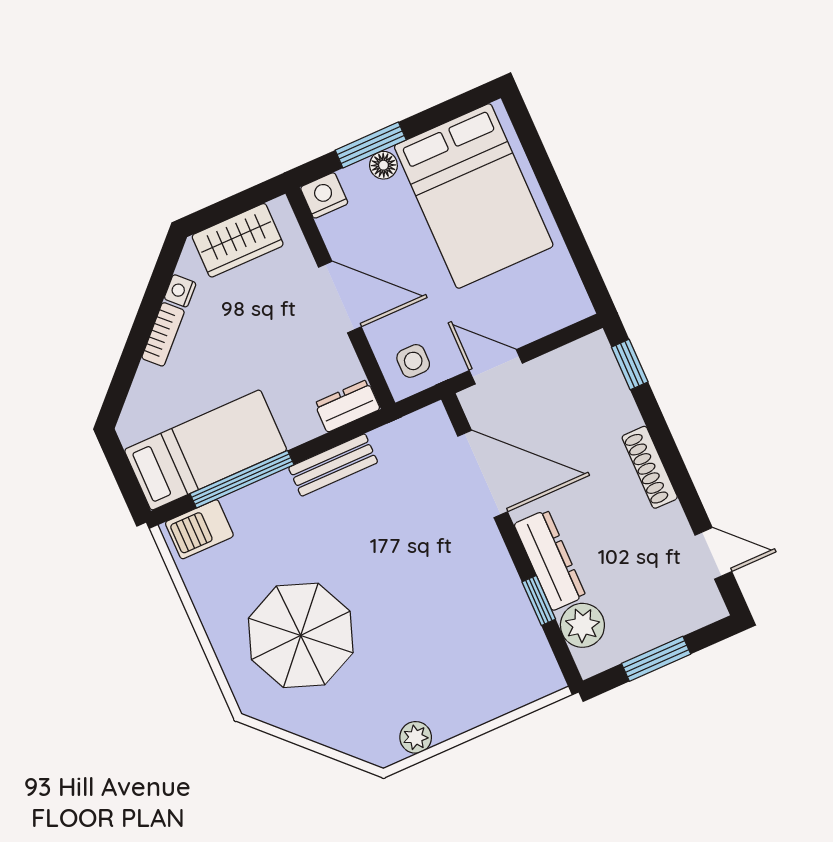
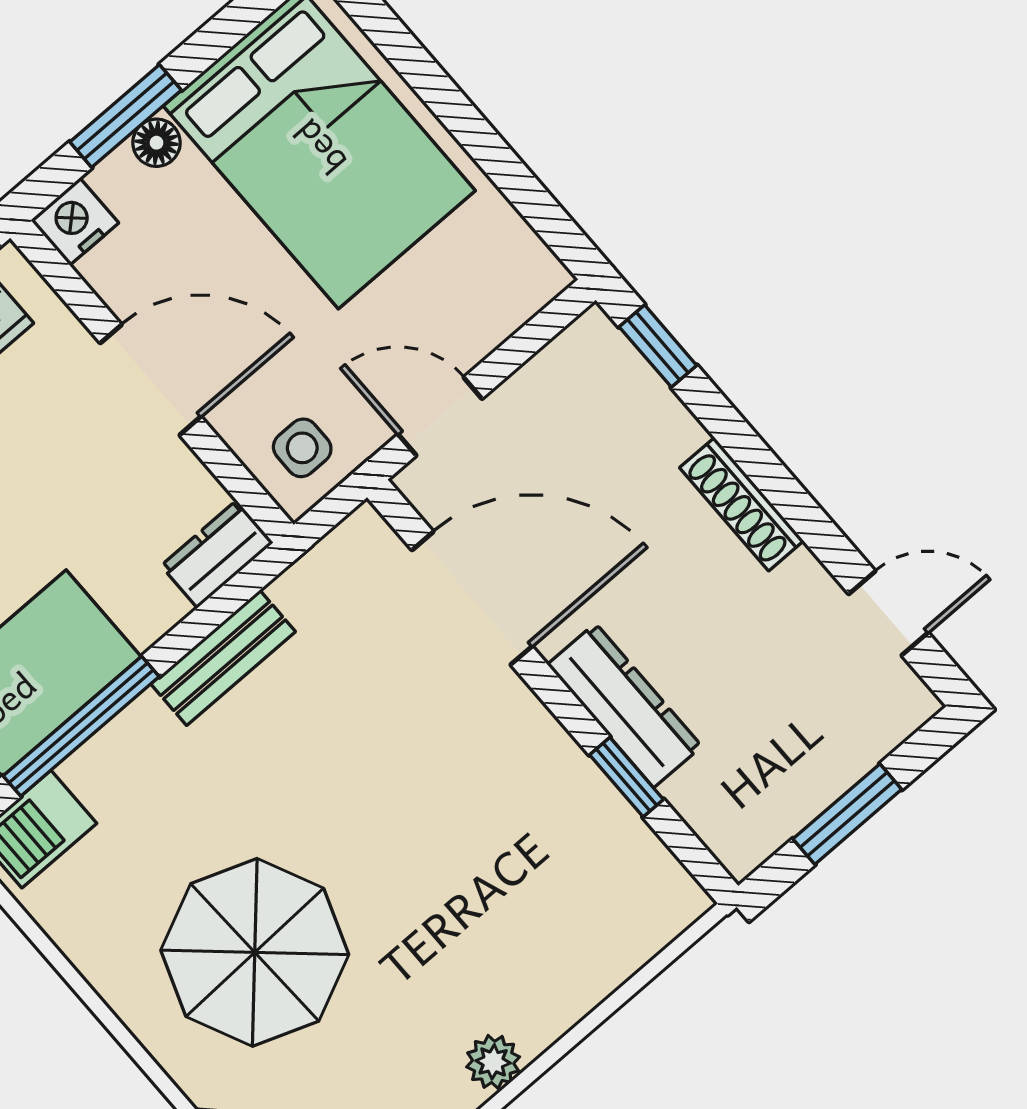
plant: (582, 625) -> (710, 796), removed

